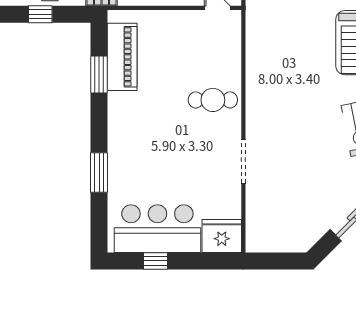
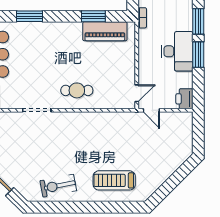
cafe table: (213, 100) -> (77, 90), turned 90

